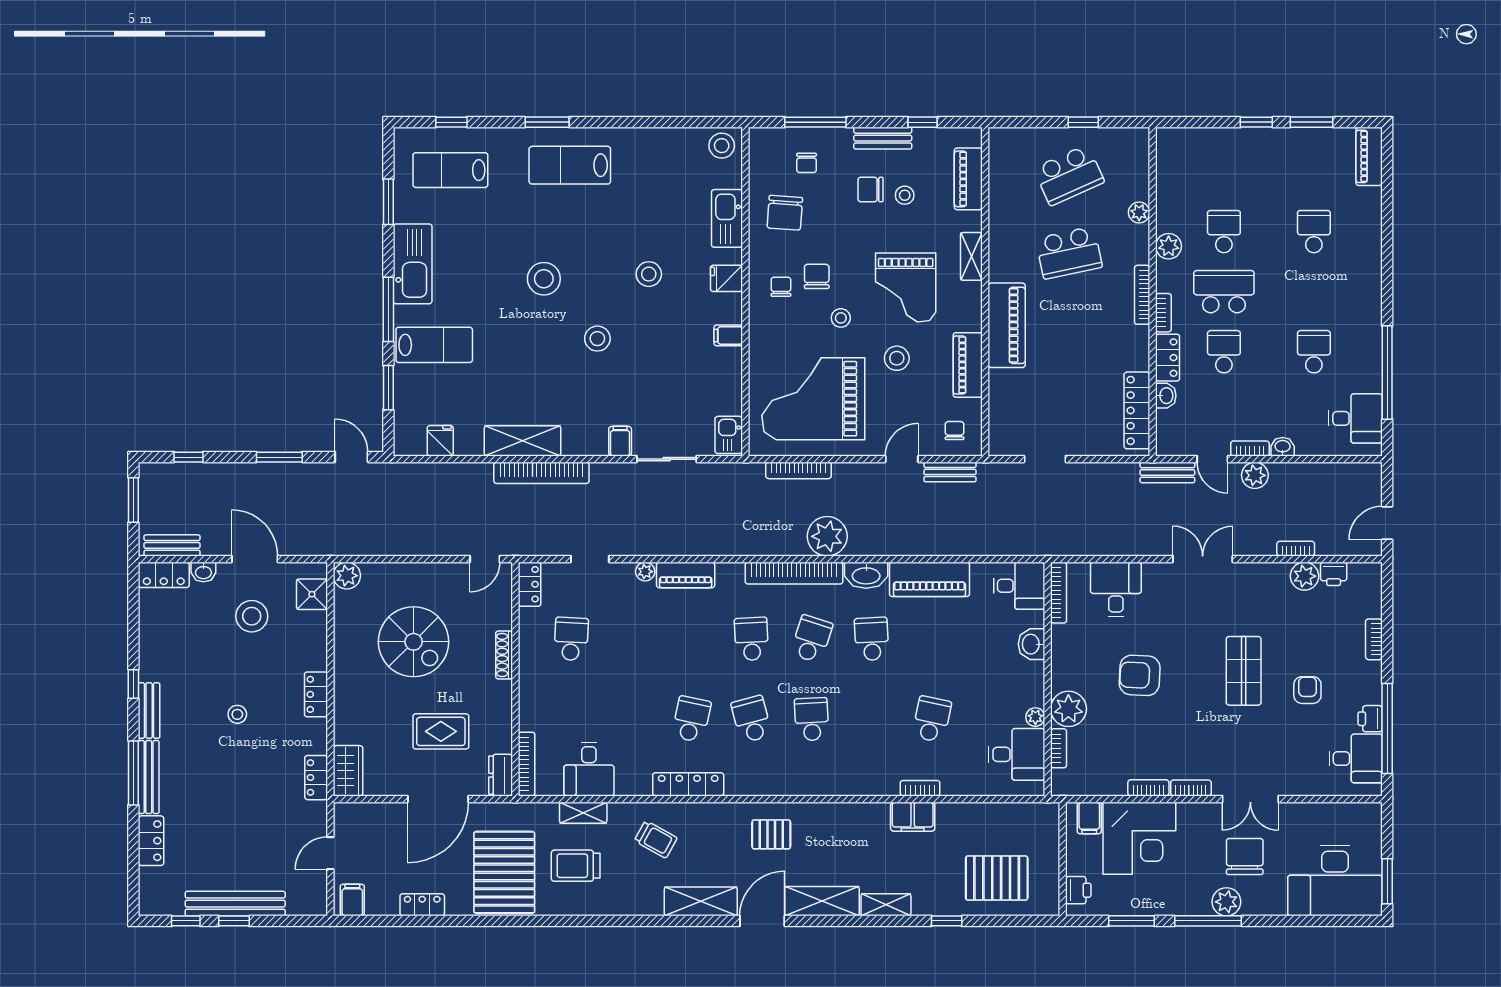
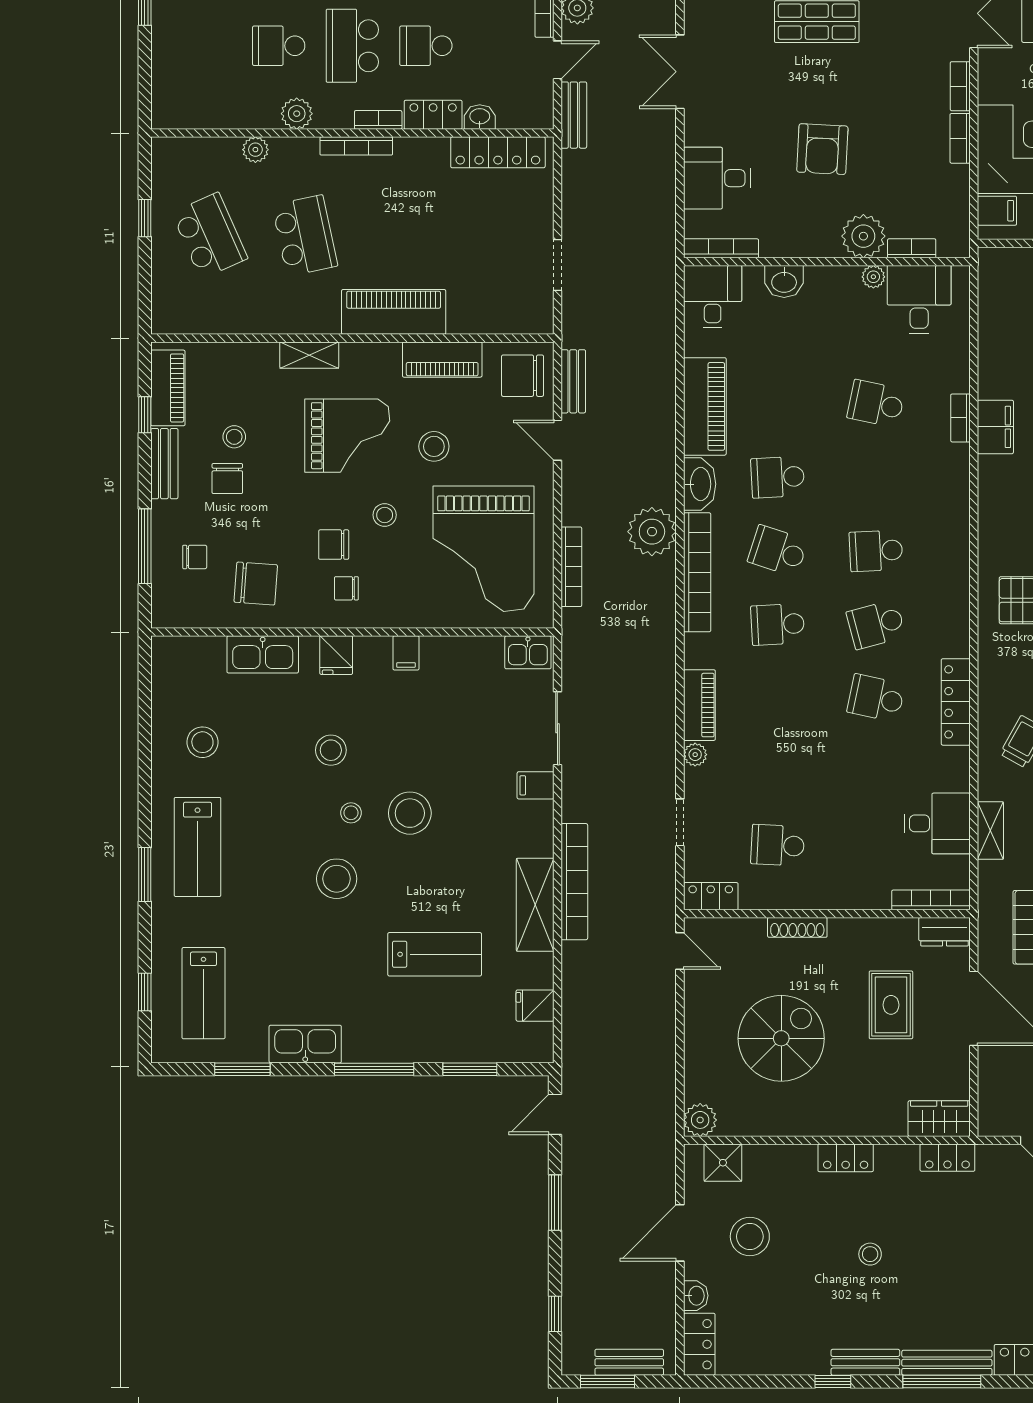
stool: (722, 146) -> (202, 742), moved
piano: (968, 179) -> (168, 388), moved, turned -90
kitchen sink: (413, 264) -> (305, 1044), width x0.73, depth x0.81
stool: (598, 291) -> (351, 813), added
stool: (597, 339) -> (410, 813), width x1.38, depth x1.38
lab bench: (434, 345) -> (435, 954), moved, turned 90
chair: (955, 431) -> (523, 376), width x1.87, depth x1.87
bench: (172, 545) -> (629, 1362), moved, turned 90

